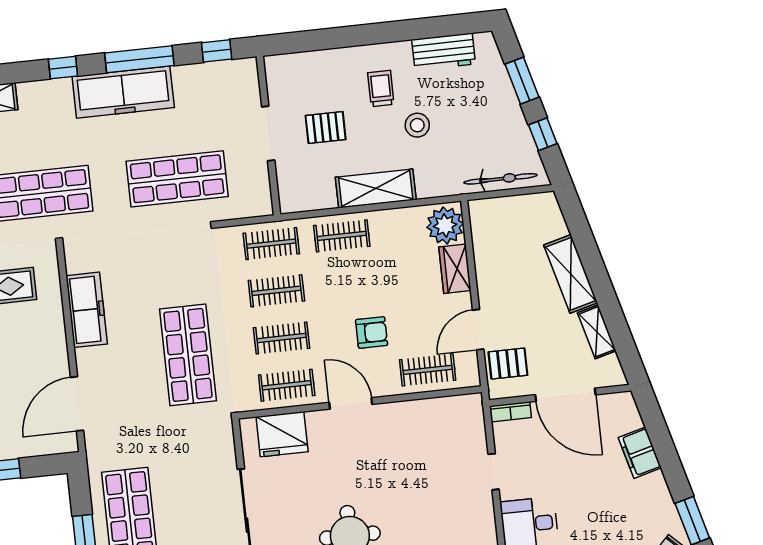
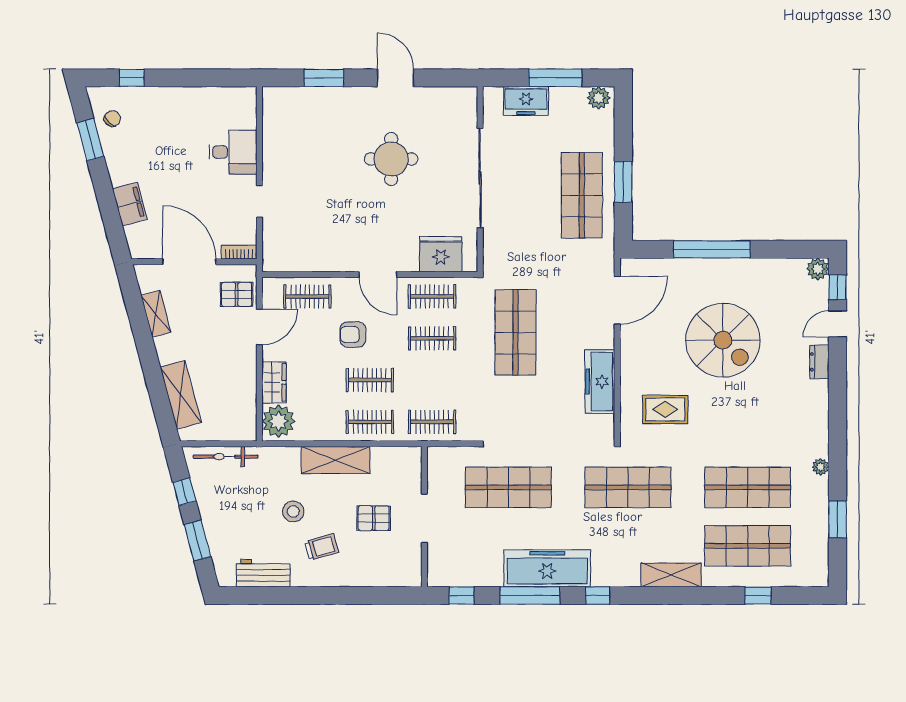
trolley: (381, 89) -> (322, 547), turned -106
shelving: (571, 274) -> (181, 395), moved
clothes rail: (276, 291) -> (370, 380), moved

